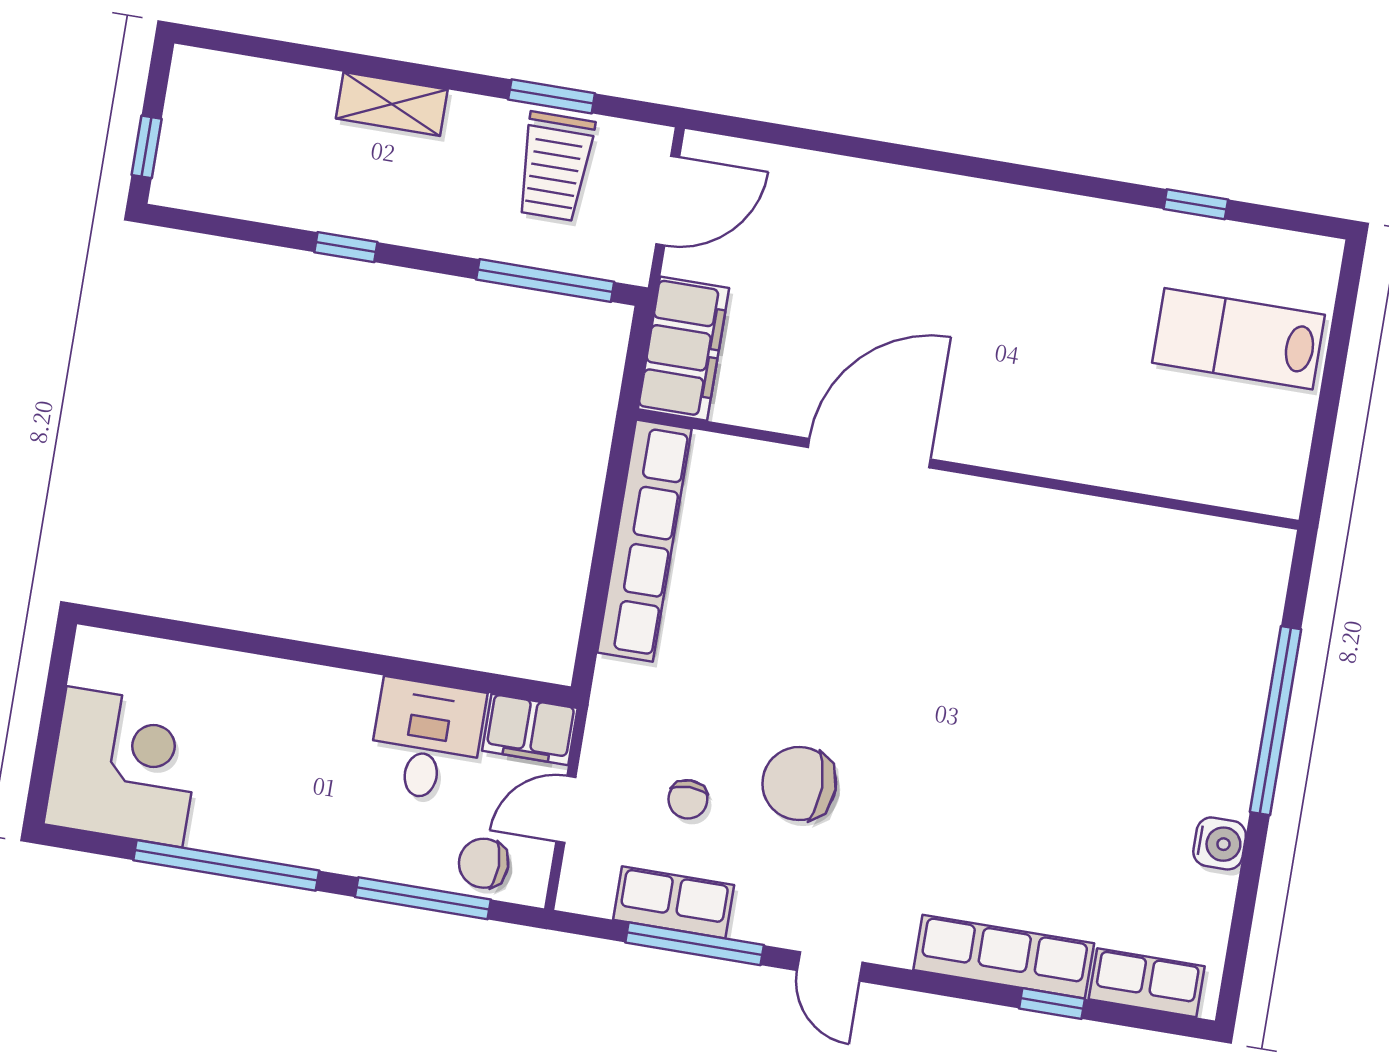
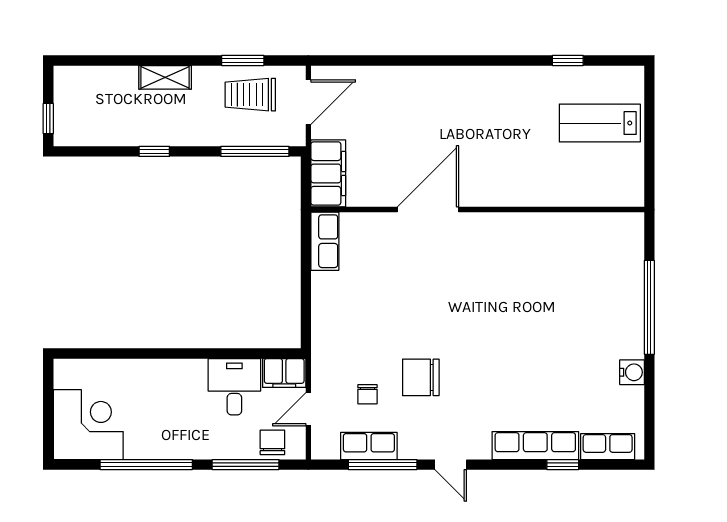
trolley: (555, 166) -> (250, 95), turned 90
row of seats: (644, 541) -> (325, 241), width x0.50
chair: (484, 863) -> (272, 442), turned 90

